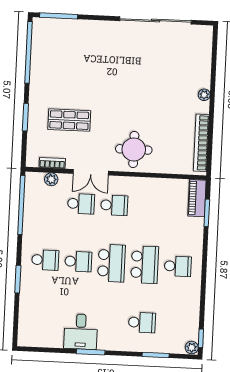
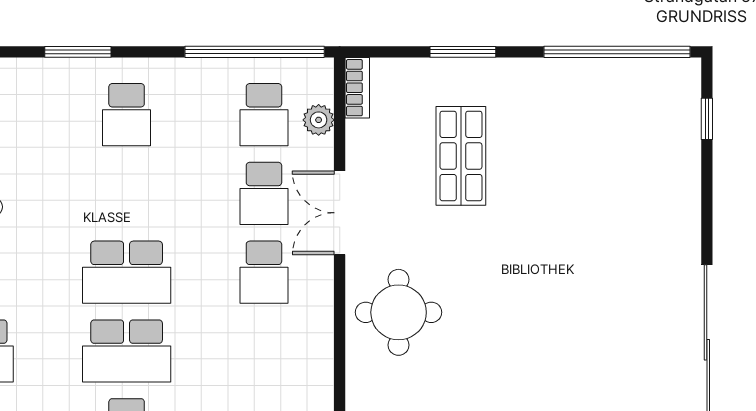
window: (59, 16) -> (707, 119), width x0.46
bookcase: (52, 163) -> (357, 88), moved
school desk: (78, 262) -> (264, 115), moved

